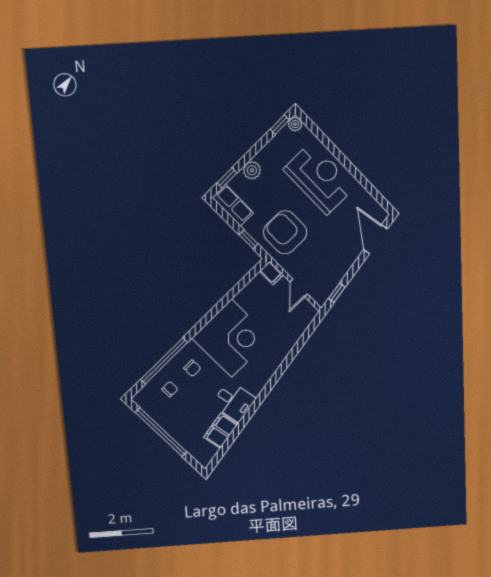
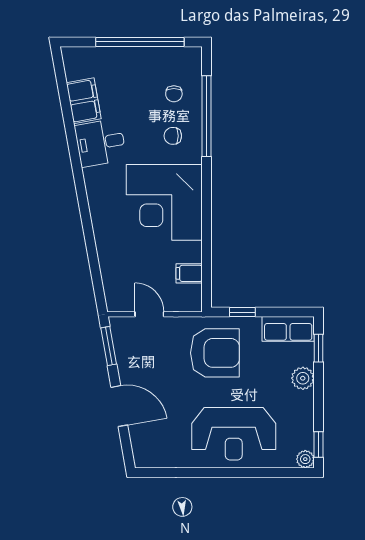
door: (375, 239) -> (119, 406), moved
filing cabinet: (271, 273) -> (189, 273), moved
window: (337, 293) -> (109, 346), width x1.50

